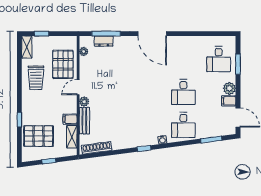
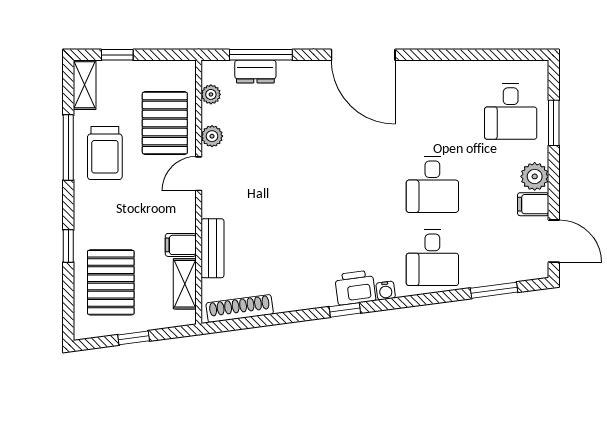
window: (19, 75) -> (68, 147), added
plant: (84, 102) -> (212, 136), moved
pallet: (39, 136) -> (111, 282), turned 90
printer: (149, 138) -> (355, 288), added

